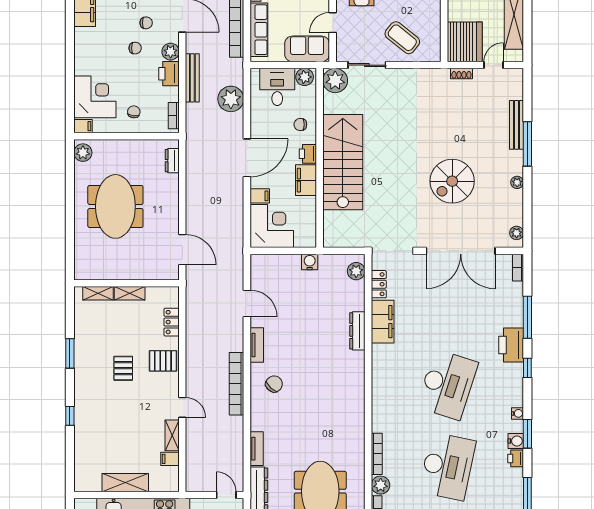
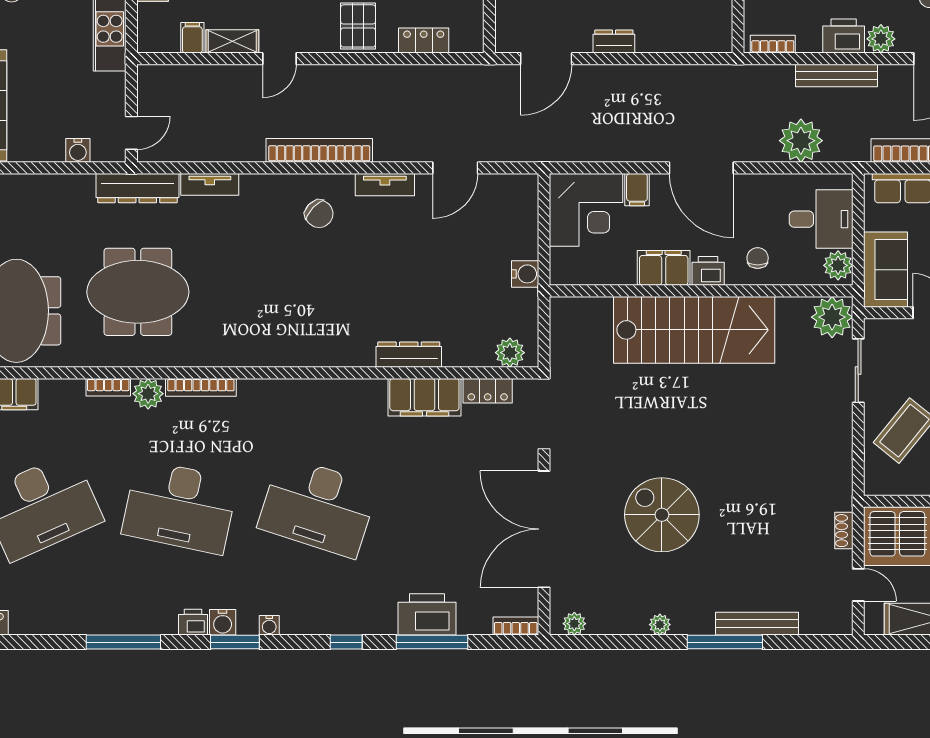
dresser: (172, 161) -> (614, 42), moved
printer: (511, 345) -> (427, 614), moved

